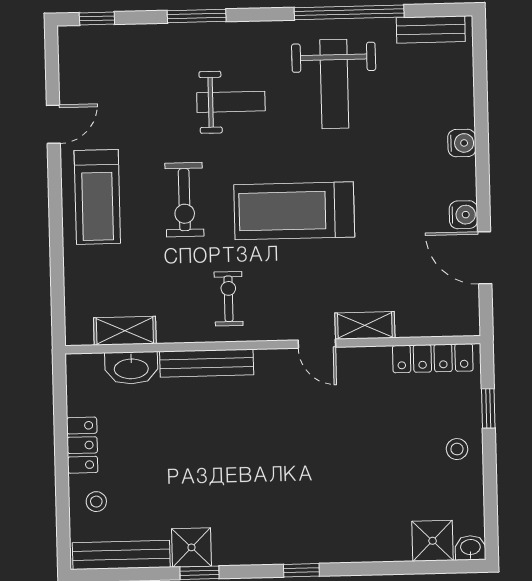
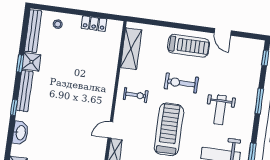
treadmill: (97, 197) -> (189, 46), turned 180
shelving: (125, 331) -> (131, 49), width x1.50, depth x1.33
bench: (207, 363) -> (25, 91), moved
washbasin: (131, 368) -> (20, 133), moved, turned 180
locker: (82, 445) -> (94, 24), moved

